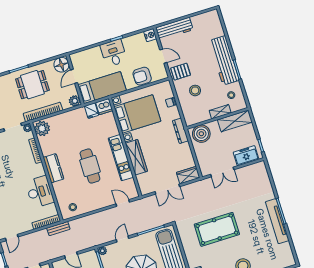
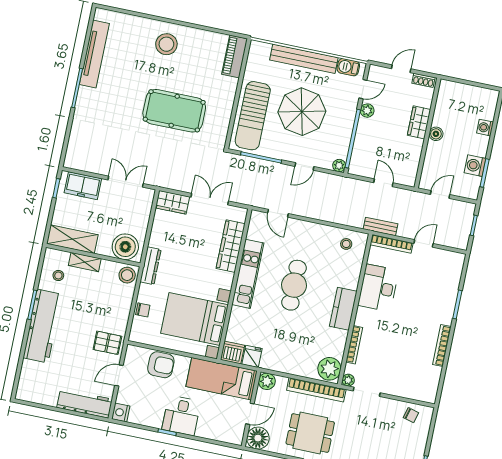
door: (163, 56) -> (119, 375), hinge flipped
stool: (195, 90) -> (127, 275), moved
wardrobe: (136, 157) -> (231, 246), moved
tv unit: (277, 221) -> (94, 54), moved
door: (12, 238) -> (424, 243), moved

